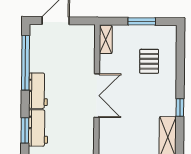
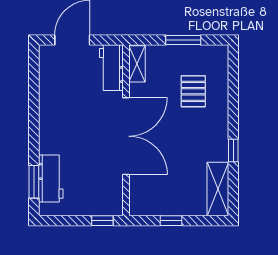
window: (25, 63) -> (34, 95), removed
workbench: (38, 91) -> (111, 68), moved, turned 180
double door: (97, 96) -> (126, 136), width x1.36

